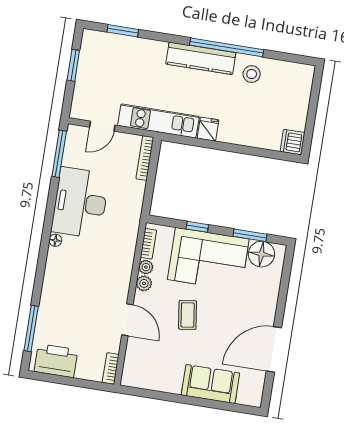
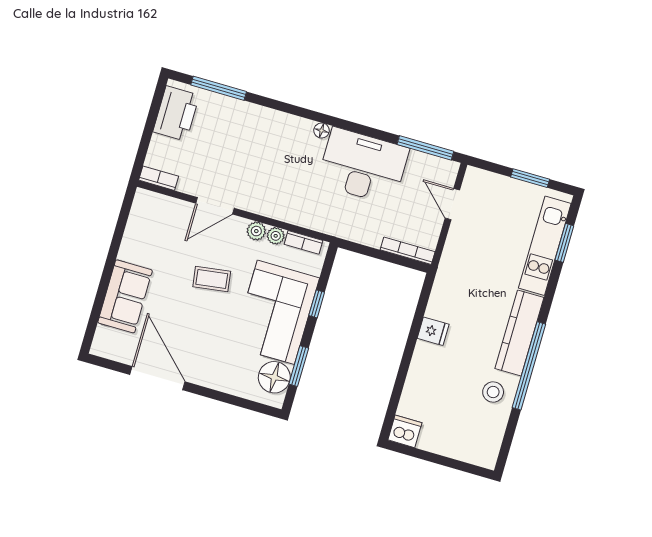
kitchen unit: (158, 121) -> (545, 246), moved, turned 180

